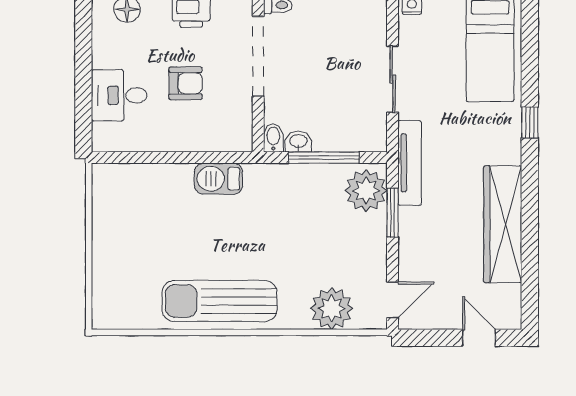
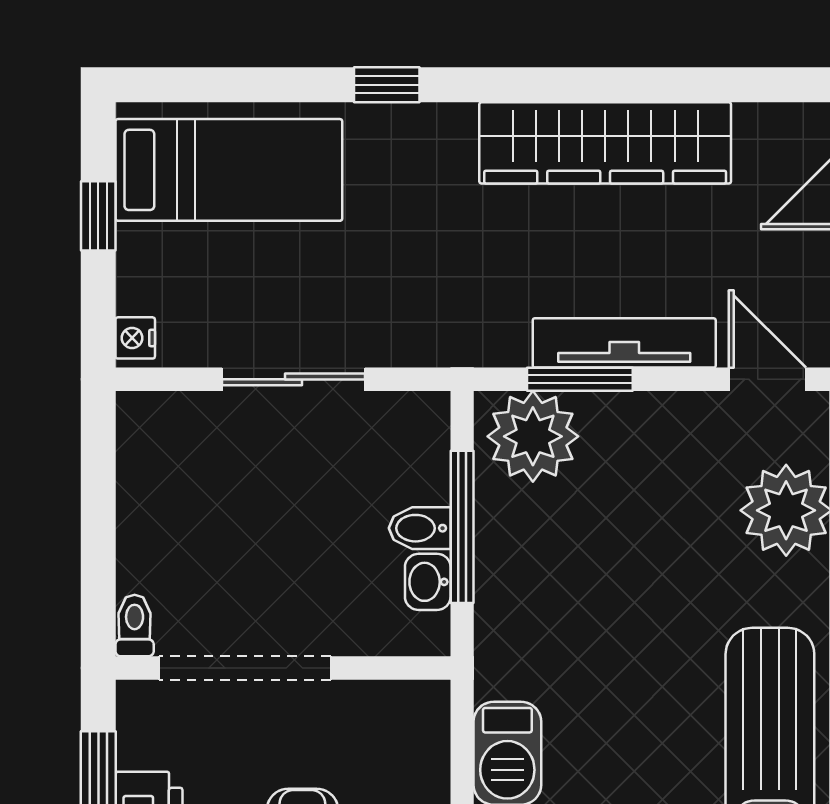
bidet: (273, 138) -> (420, 528), moved
tv unit: (410, 163) -> (624, 343), moved

